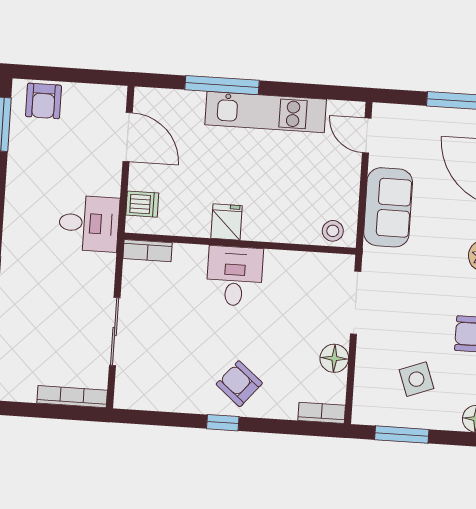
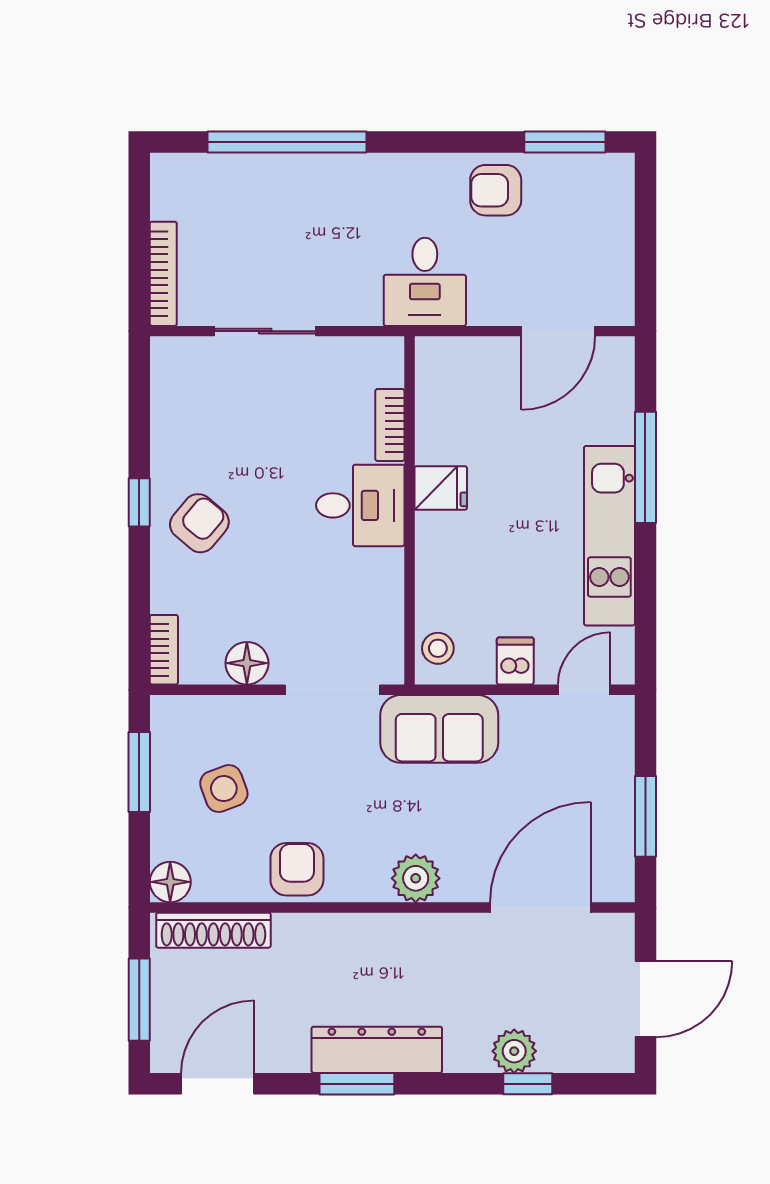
armchair: (44, 101) -> (496, 190), moved
dishwasher: (142, 204) -> (515, 661), moved, turned 180
sofa: (388, 207) -> (439, 729), moved
bookcase: (148, 251) -> (390, 425), moved

